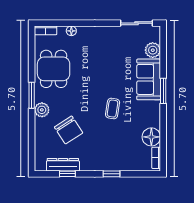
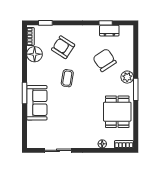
sliding door: (136, 23) -> (58, 150), moved
plant: (153, 50) -> (33, 128), removed
armchair: (118, 145) -> (63, 47), added
dresser: (63, 165) -> (109, 31), width x0.70
window: (111, 174) -> (45, 23), moved

